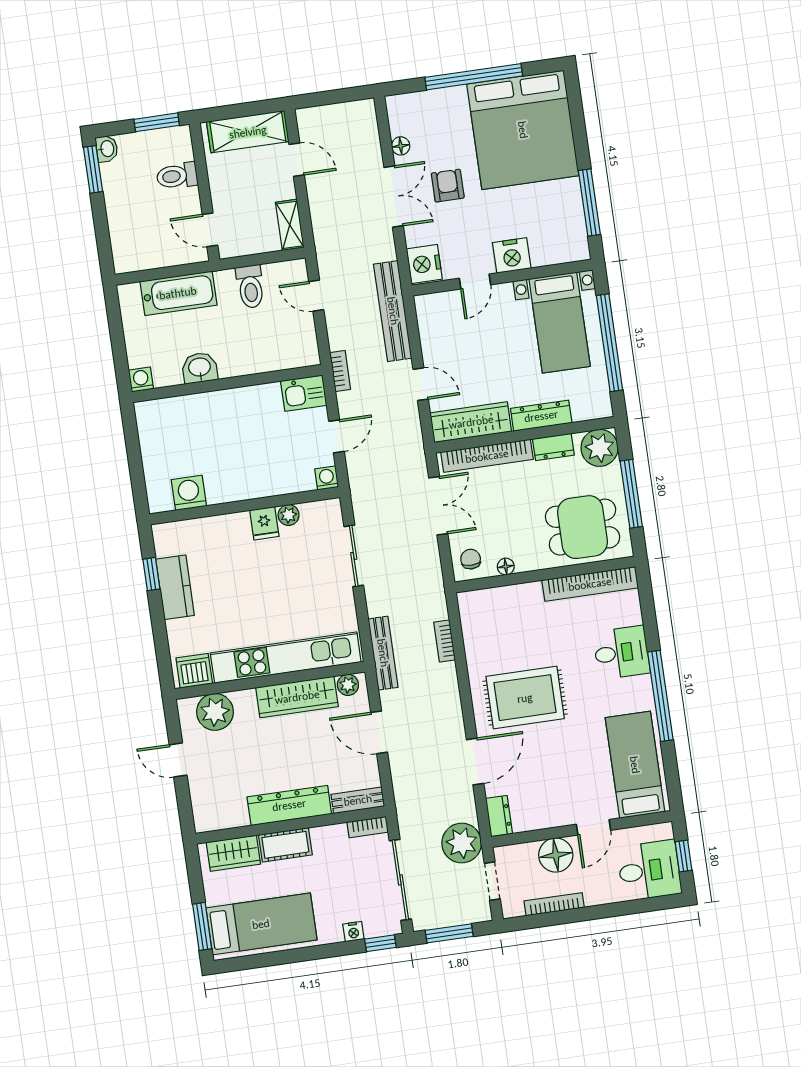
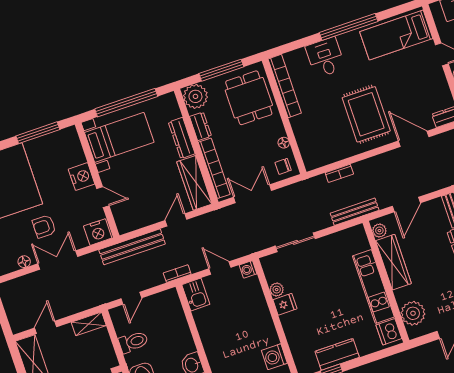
kitchen unit: (286, 657) -> (373, 286), width x0.73

